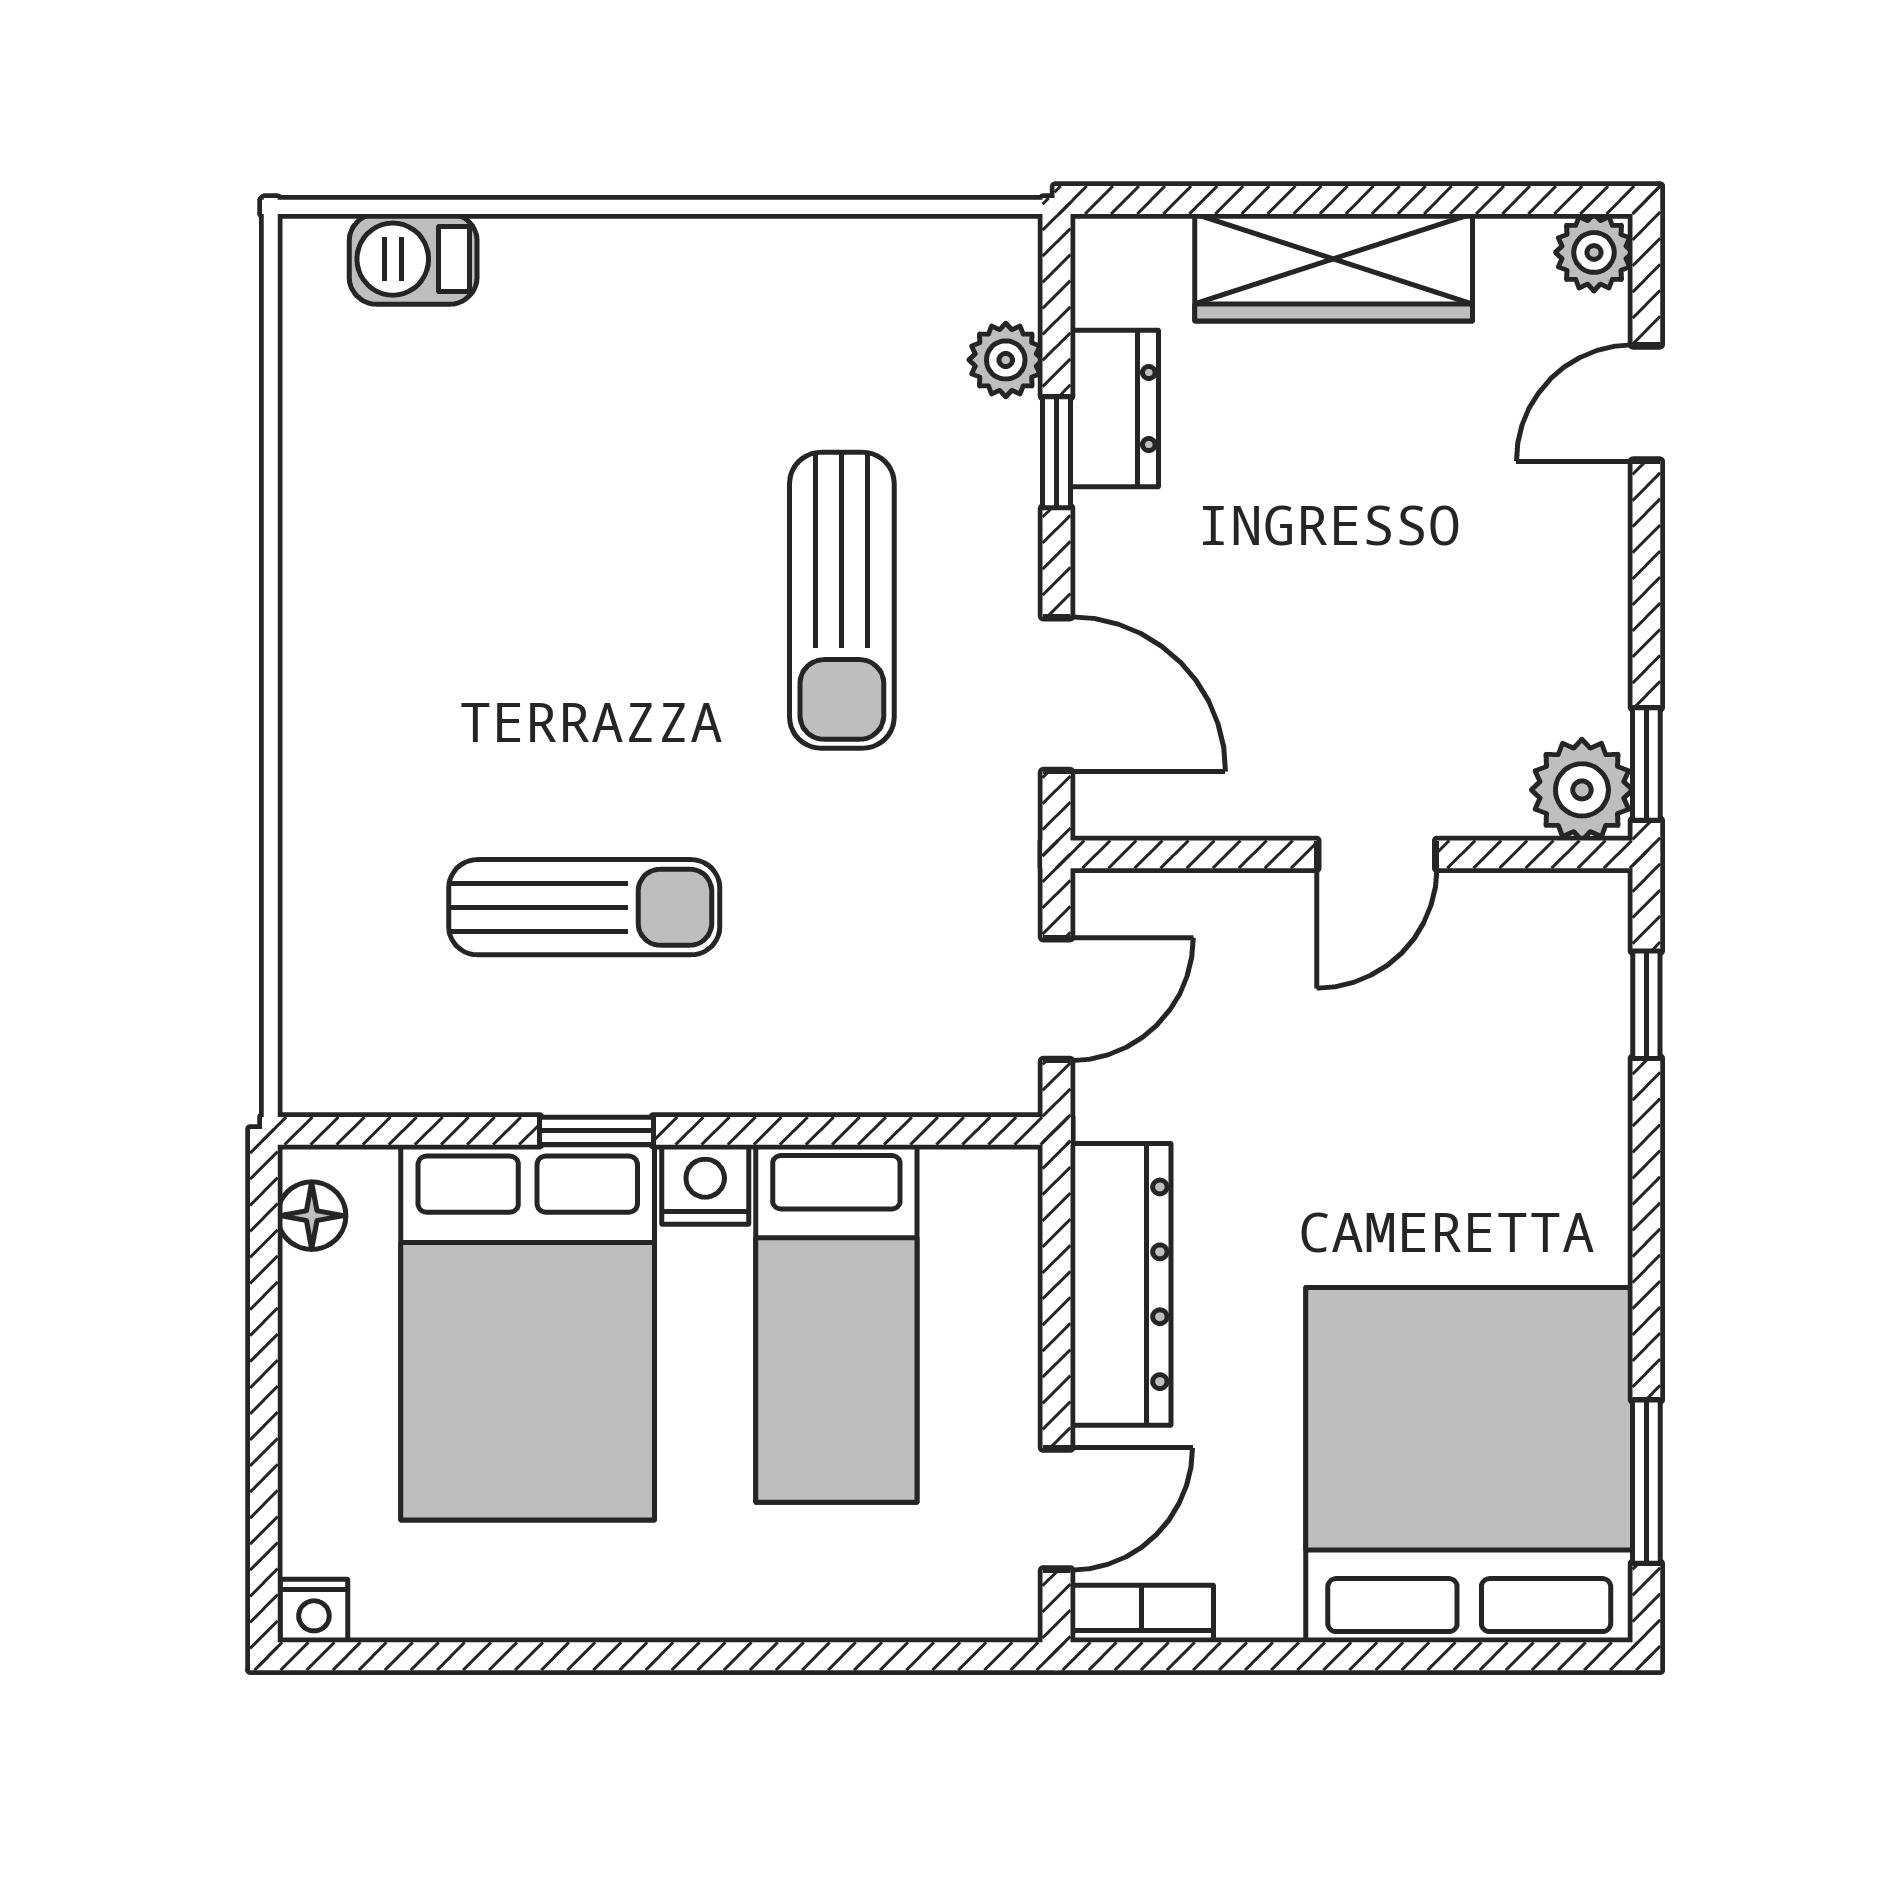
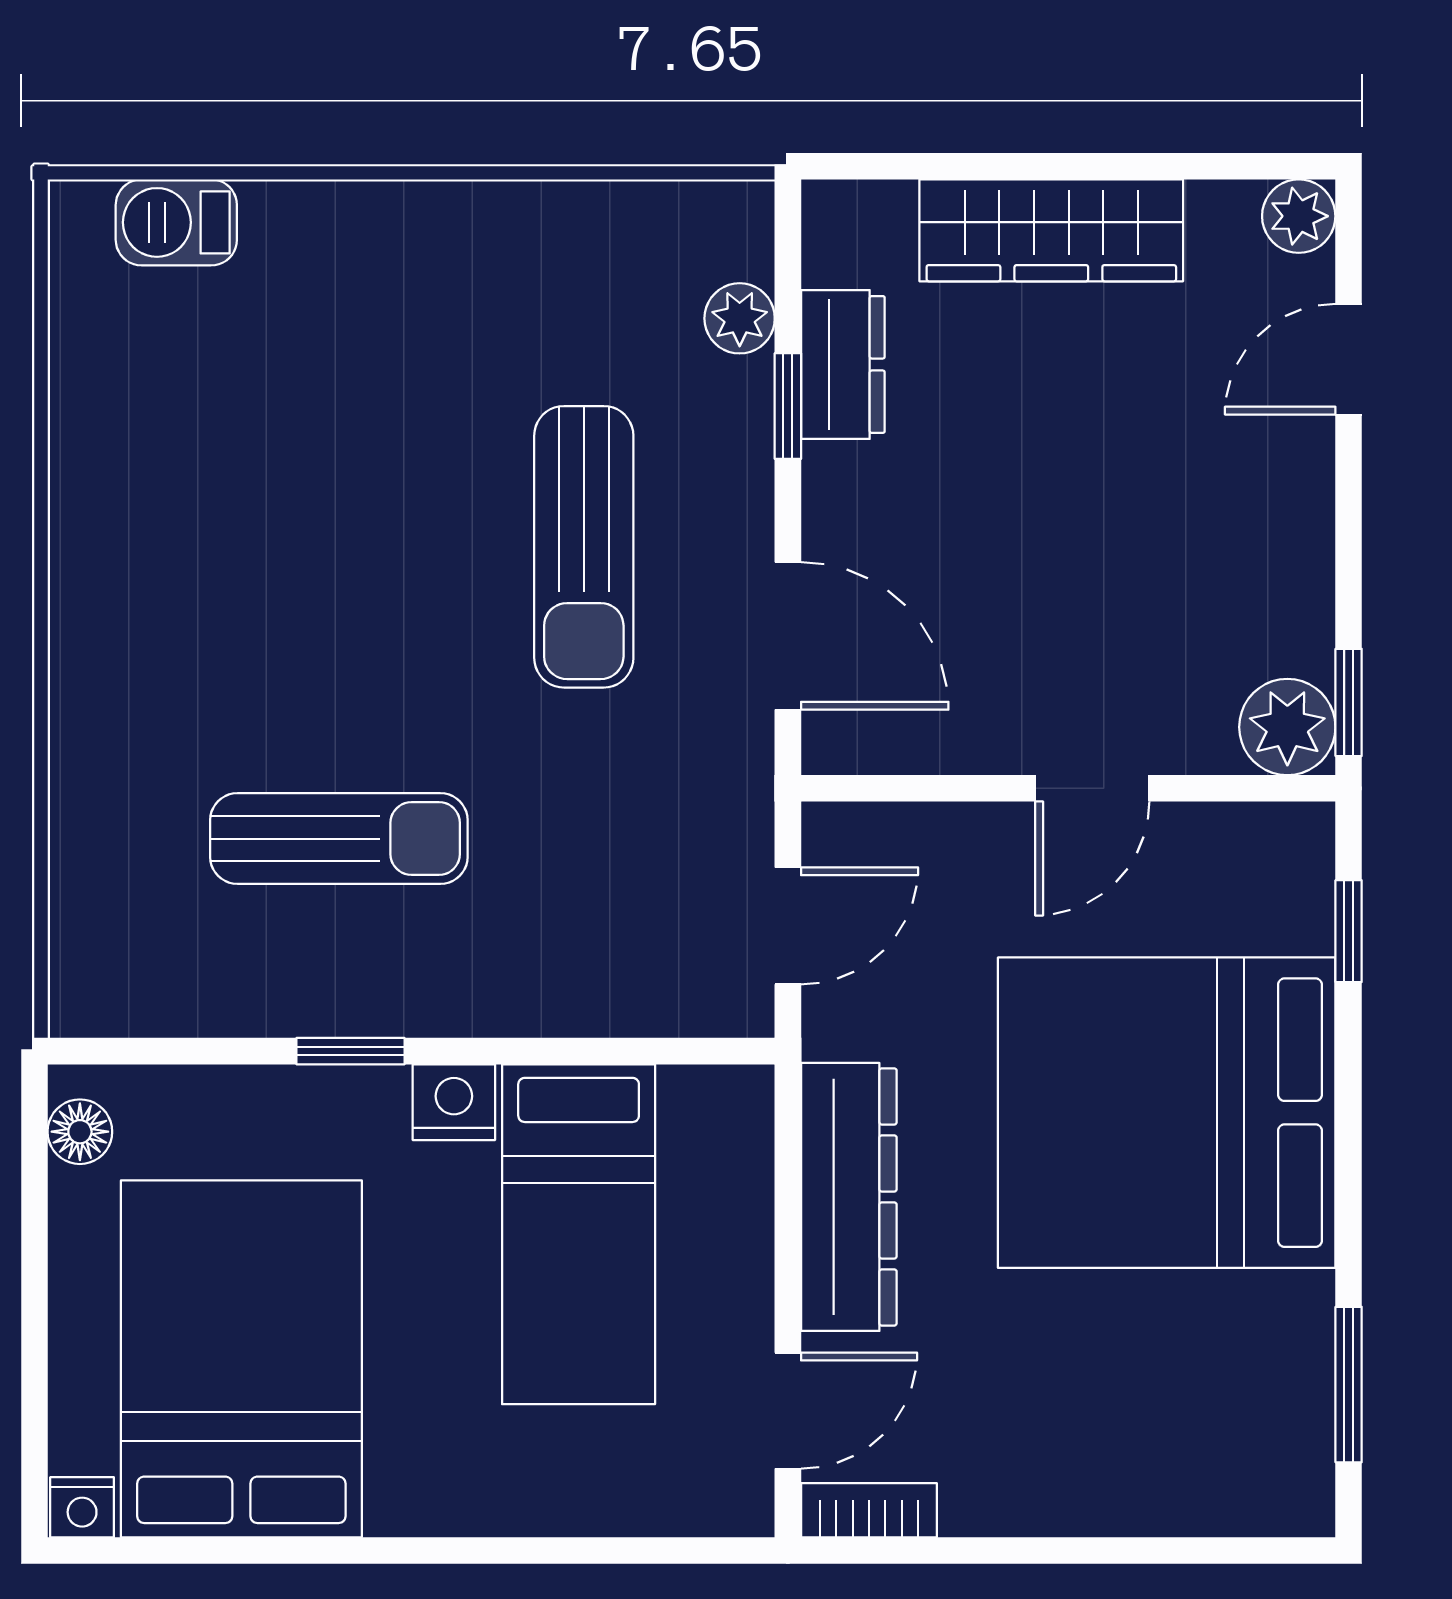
bed: (528, 1332) -> (241, 1359), moved, turned 180
bed: (1469, 1465) -> (1167, 1113), moved, turned -90

